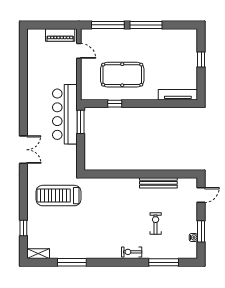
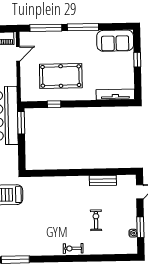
sofa: (179, 39) -> (115, 41), added
door: (79, 51) -> (18, 54), hinge flipped
bench: (158, 183) -> (103, 181), width x0.73
window: (164, 262) -> (105, 258), removed

